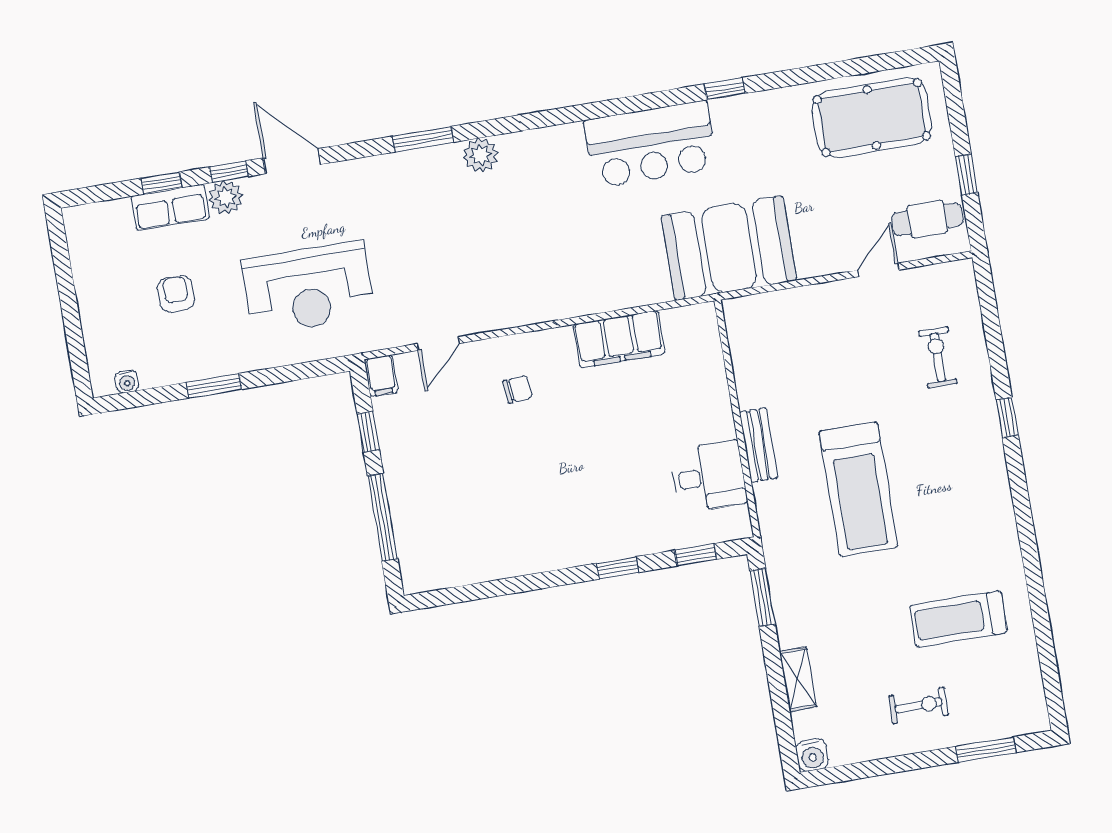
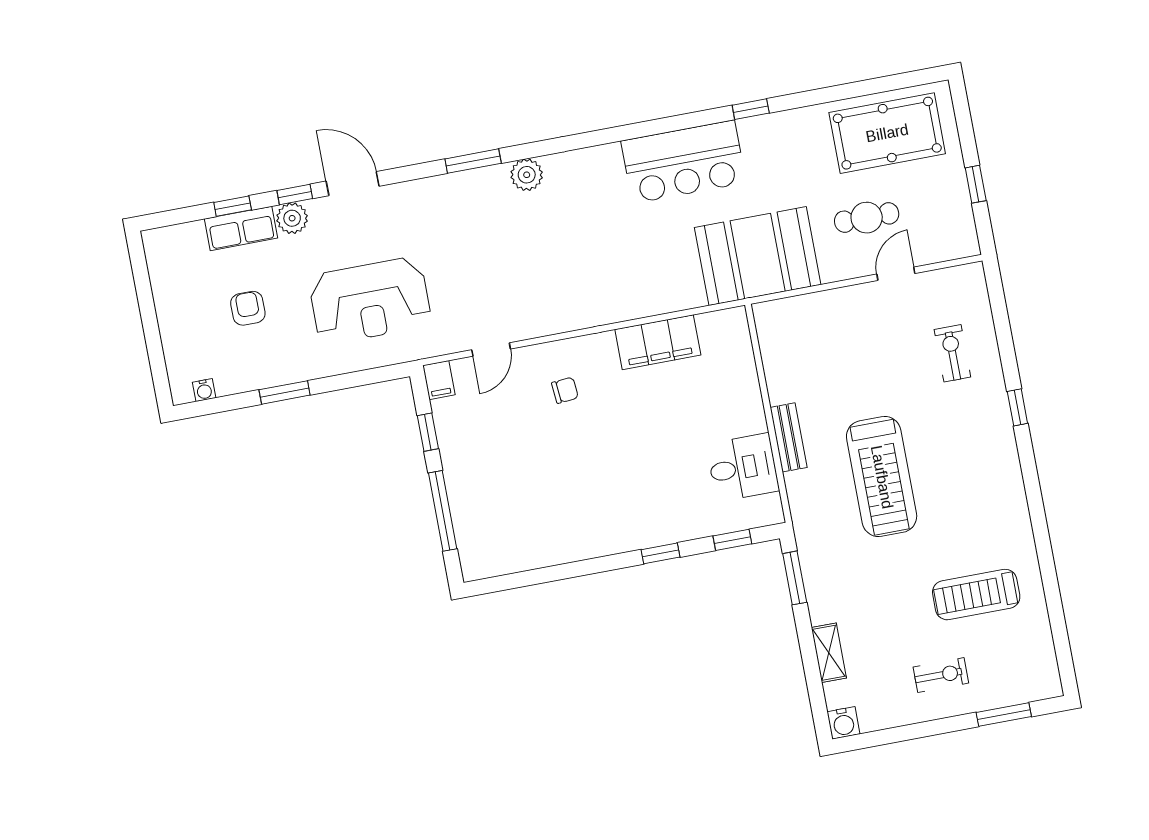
cafe table: (927, 219) -> (867, 218), moved

